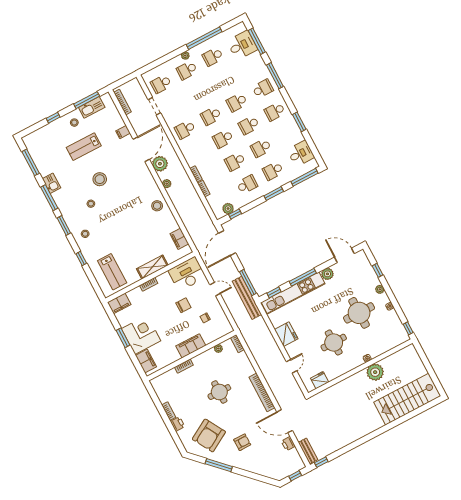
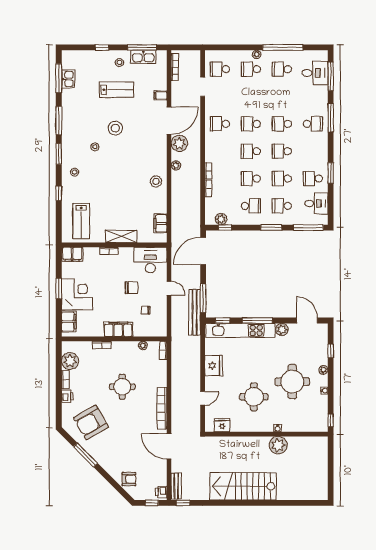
school desk: (275, 112) -> (313, 179), moved
lab bench: (84, 147) -> (116, 90), turned 180
kitchen sink: (52, 183) -> (68, 79), moved
plant: (164, 393) -> (70, 361), added
stairs: (407, 399) -> (243, 486), moved
armchair: (242, 442) -> (129, 479), moved
printer: (288, 444) -> (161, 492), moved

